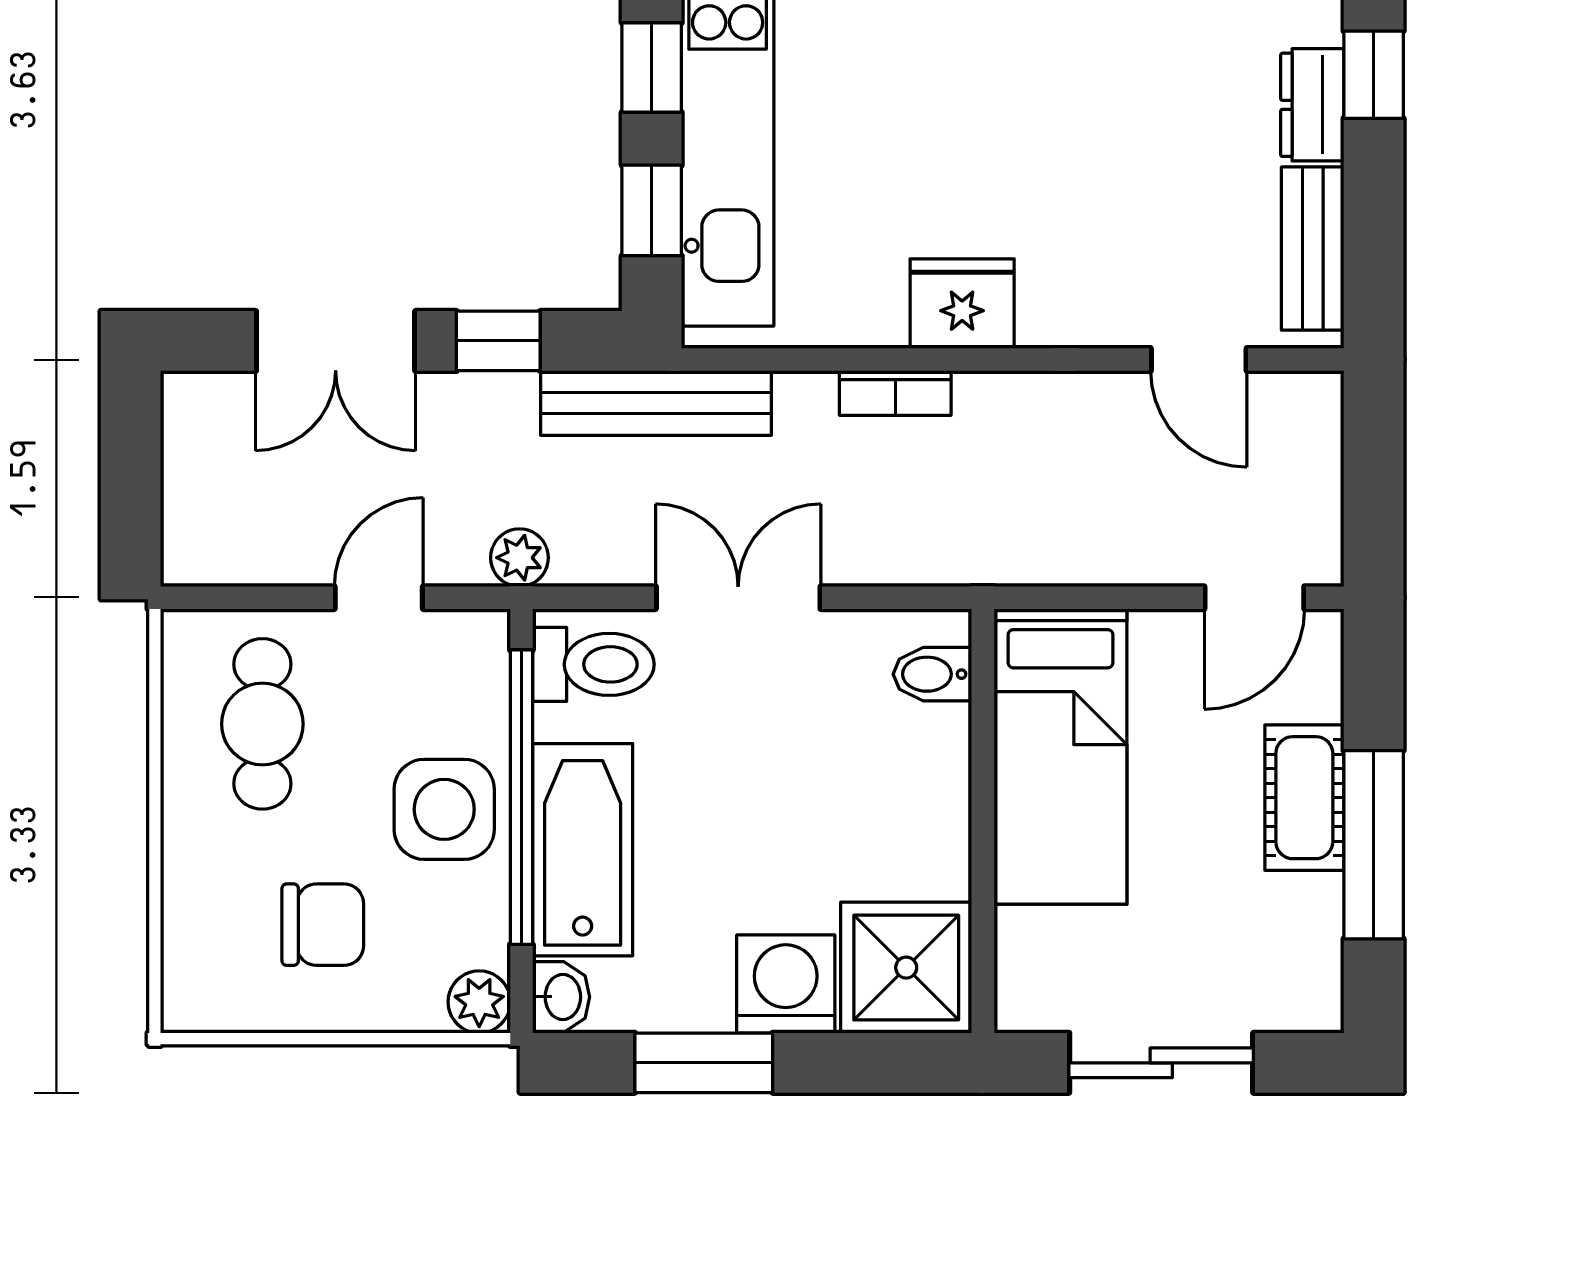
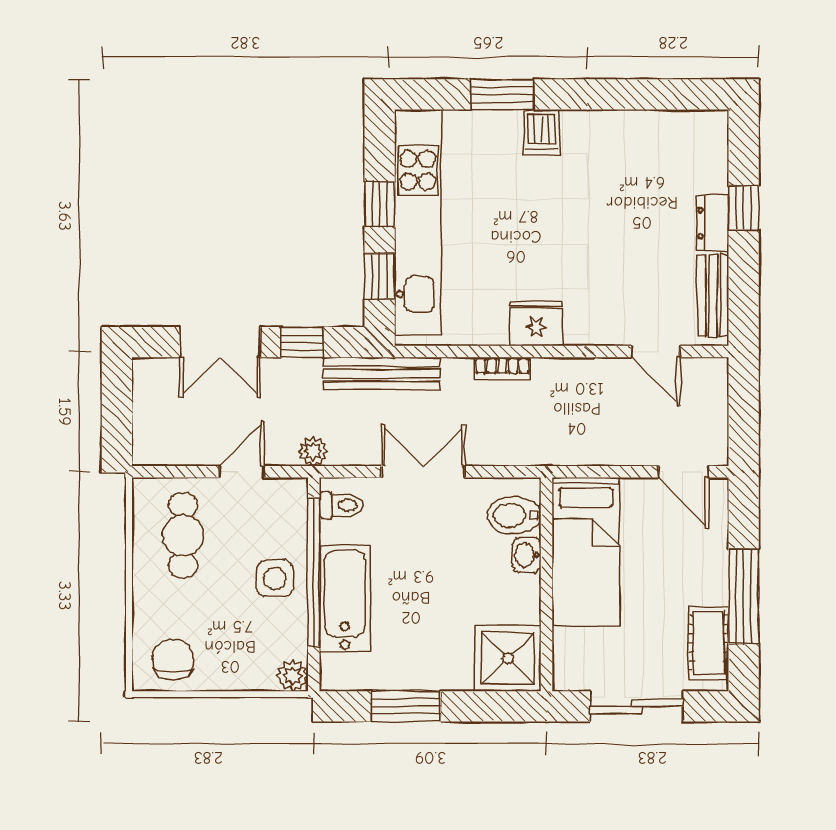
door: (1254, 598) -> (683, 472), hinge flipped
toilet: (593, 664) -> (342, 505), width x0.73, depth x0.72
bidet: (932, 674) -> (514, 515), width x1.38, depth x1.36
cot: (1304, 798) -> (709, 643), moved
side table: (444, 809) -> (275, 578), width x0.73, depth x0.73
chair: (323, 925) -> (173, 660), moved, turned -90
washing machine: (786, 984) -> (447, 667), removed
washbasin: (561, 997) -> (527, 555), moved, turned 180

